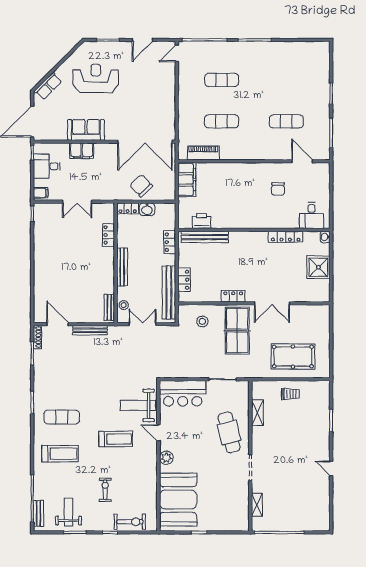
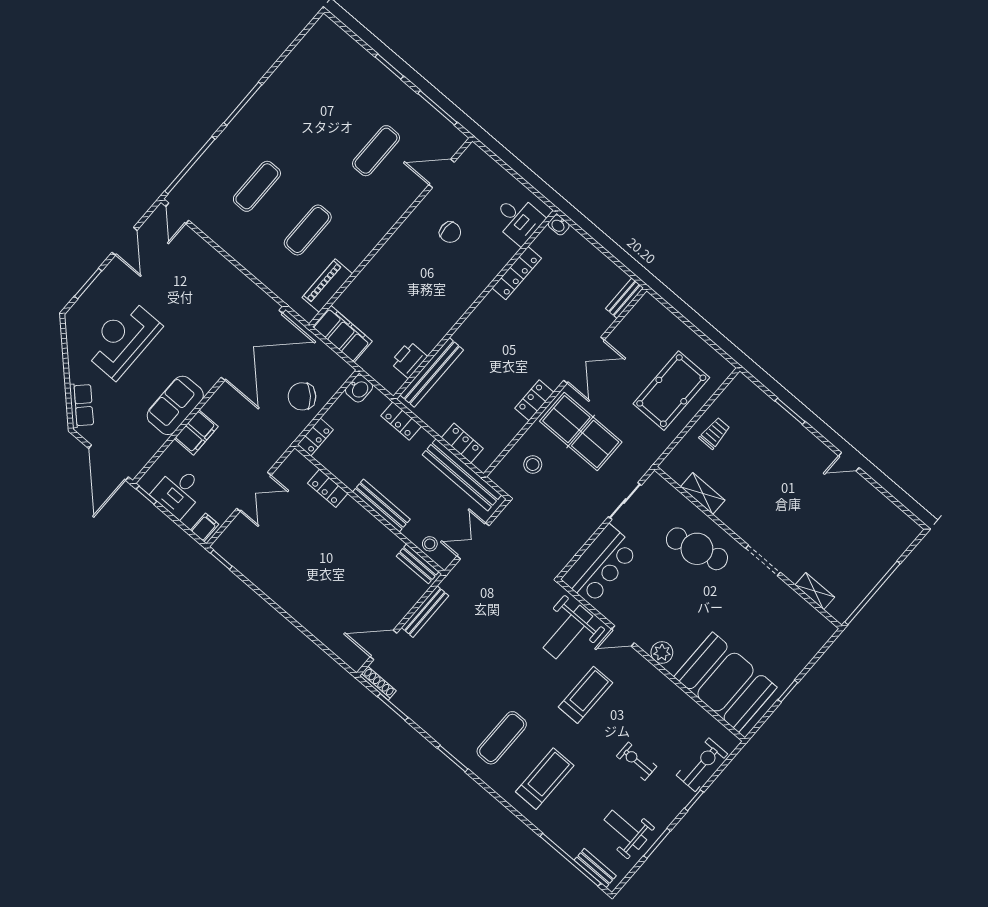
washbasin: (147, 209) -> (359, 389), moved
shower: (318, 267) -> (589, 265), removed
bench: (317, 297) -> (624, 298), added

